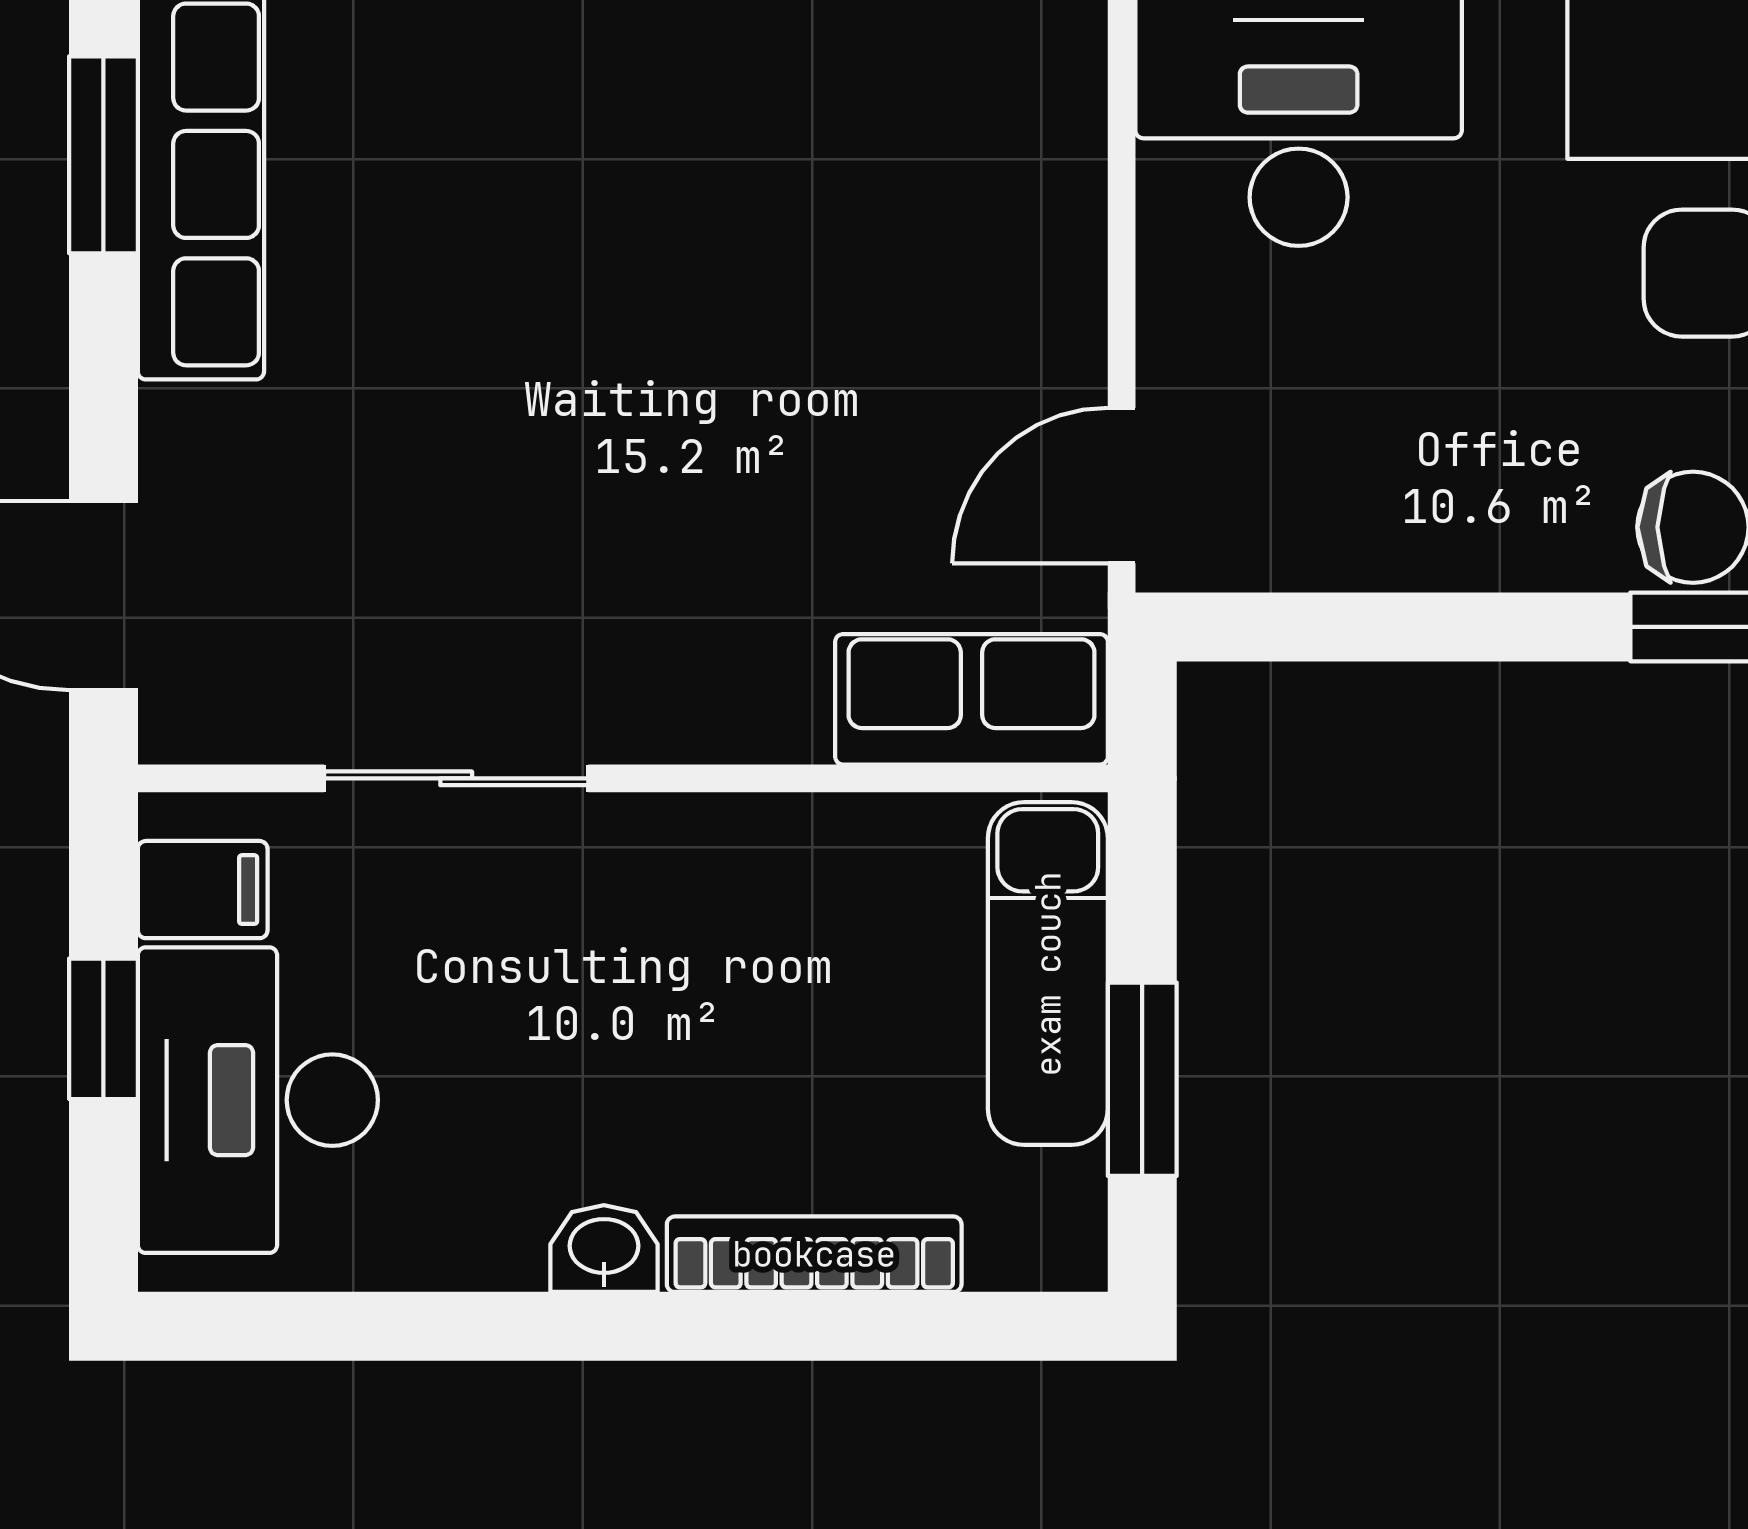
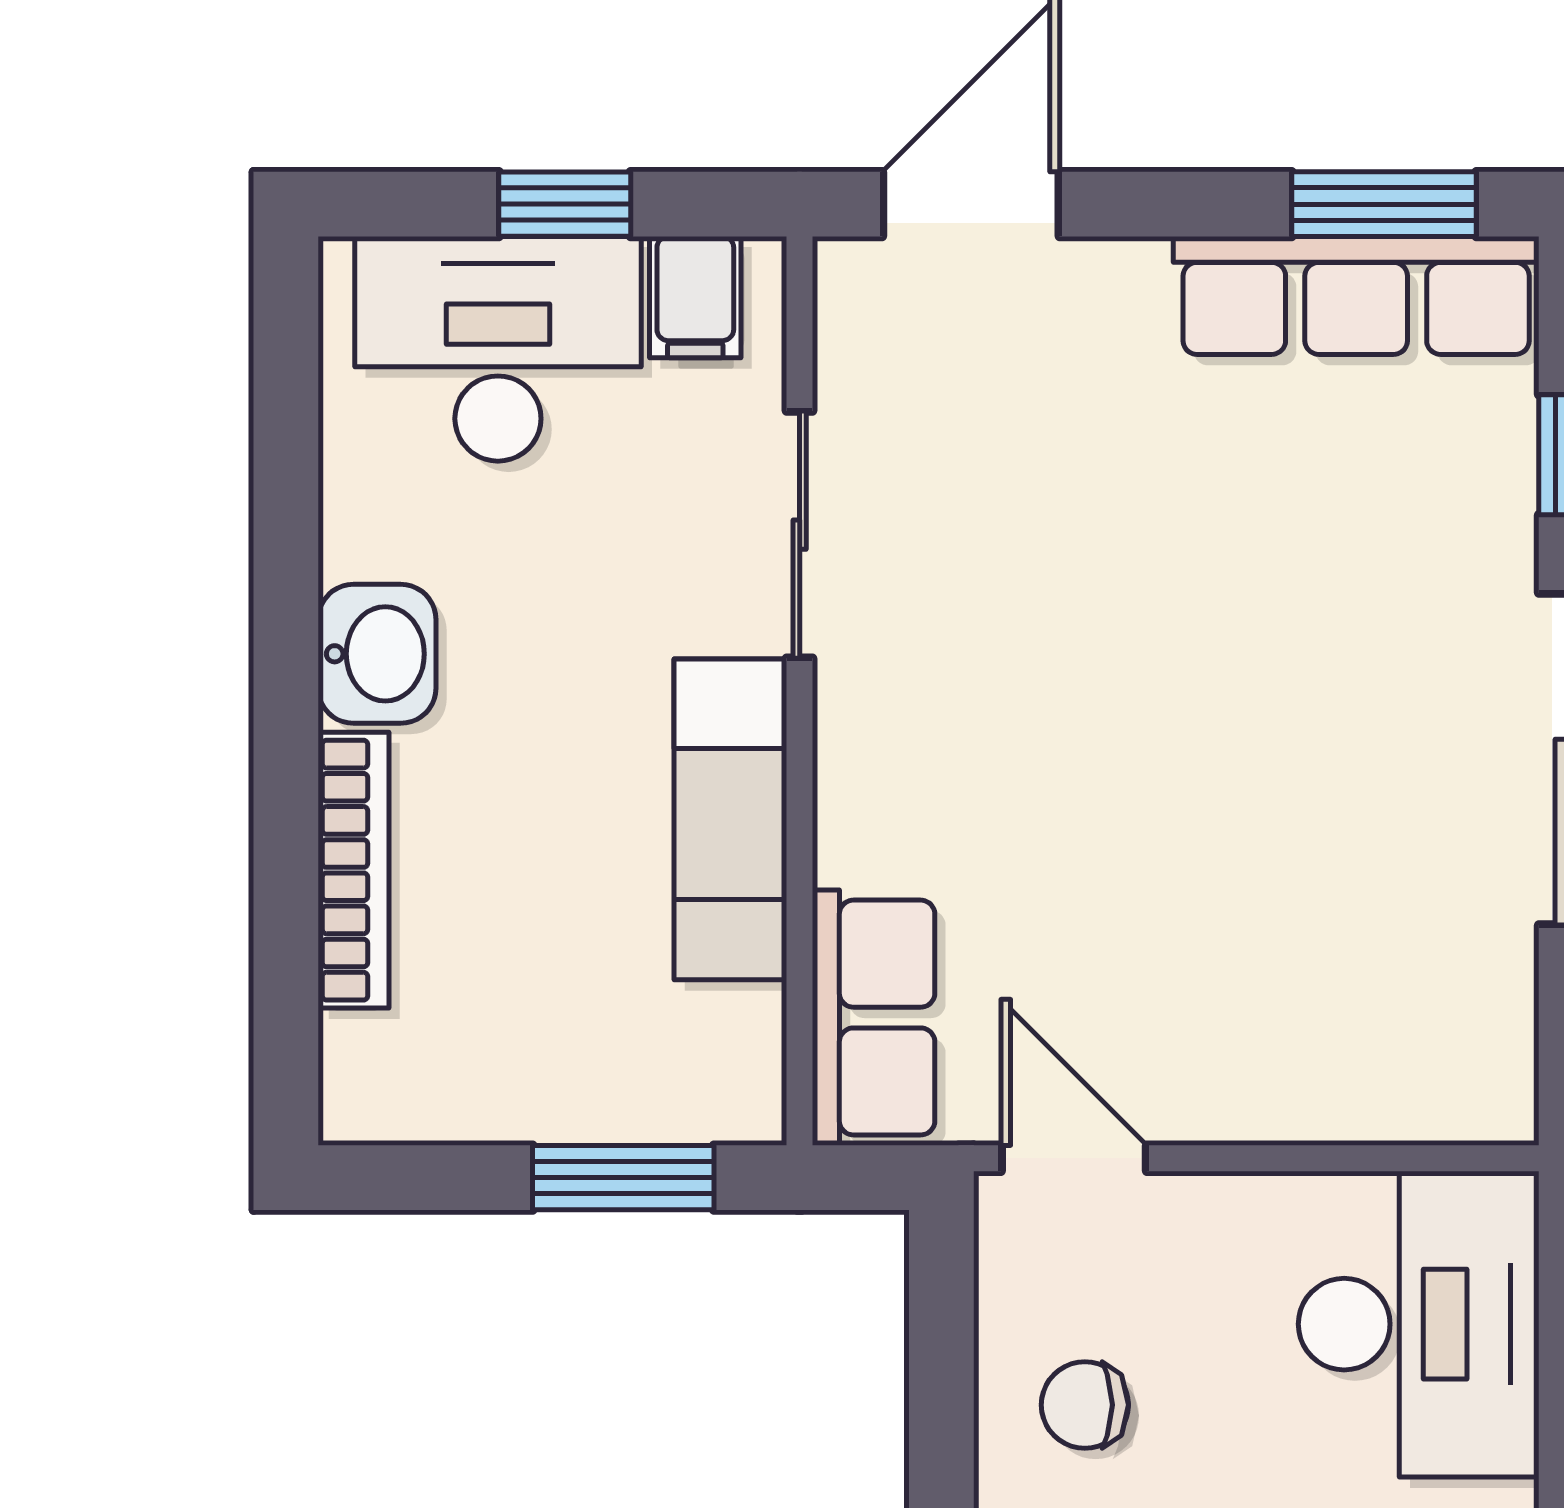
chair: (1385, 474) -> (1085, 1405), added
exam couch: (1048, 974) -> (730, 819), moved, turned -90
window: (1142, 1079) -> (623, 1178), moved
washbasin: (604, 1249) -> (377, 654), width x1.38, depth x1.45

